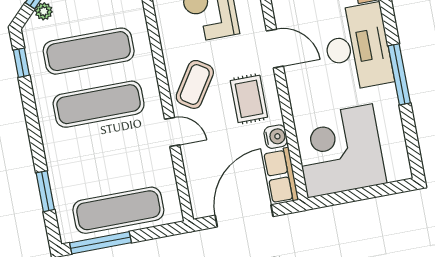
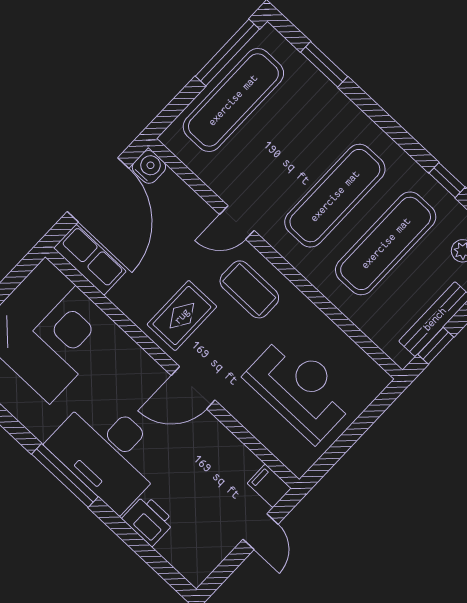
window: (399, 74) -> (65, 475), moved
coffee table: (195, 84) -> (249, 289), turned -33
rug: (249, 99) -> (182, 316), turned 90
water cooler: (276, 137) -> (149, 167), moved, turned 180

